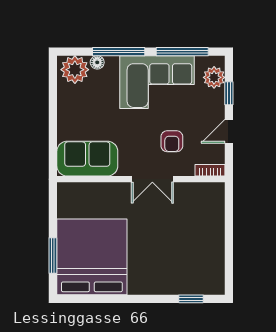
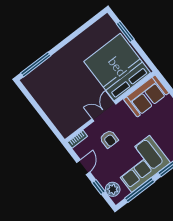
armchair: (172, 141) -> (109, 139), turned 180
bed: (92, 257) -> (117, 67), moved, turned 180
window: (191, 299) -> (36, 64), width x2.17

